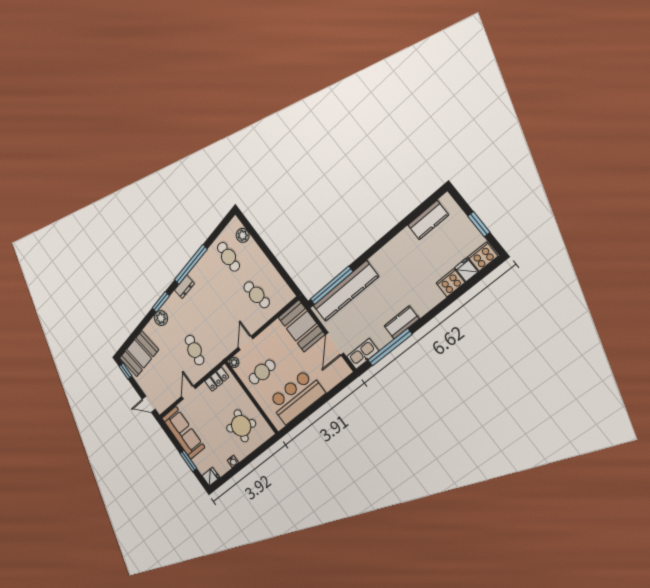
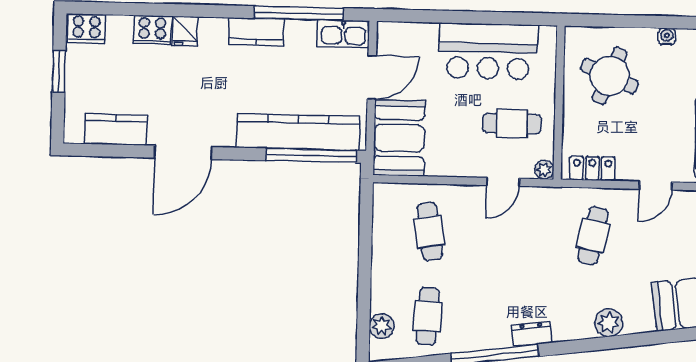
door: (388, 237) -> (183, 152), added
fridge: (466, 270) -> (185, 31), moved
window: (161, 302) -> (589, 345), removed

